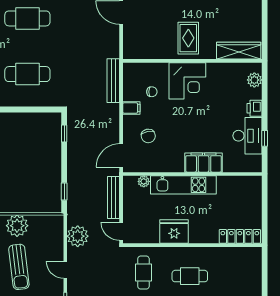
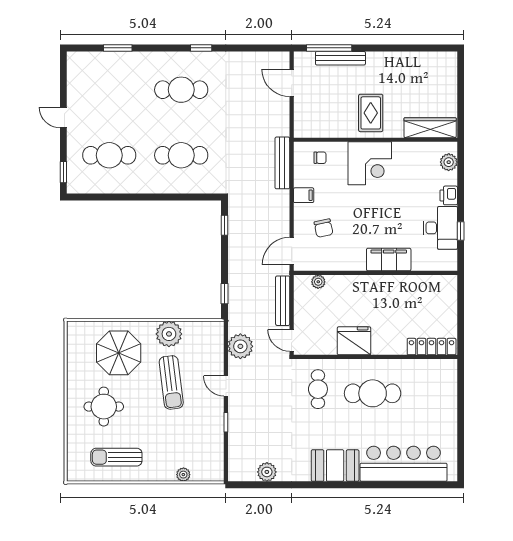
chair: (152, 92) -> (320, 158), moved
kitchen unit: (183, 185) -> (365, 286), removed
cafe table: (190, 276) -> (373, 393), width x1.37, depth x1.35

